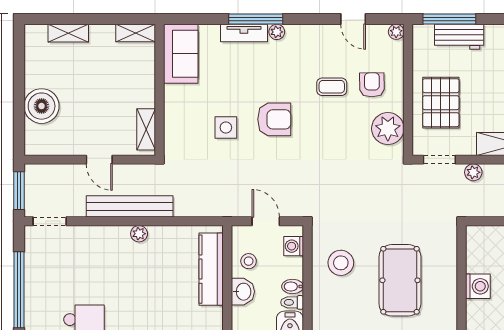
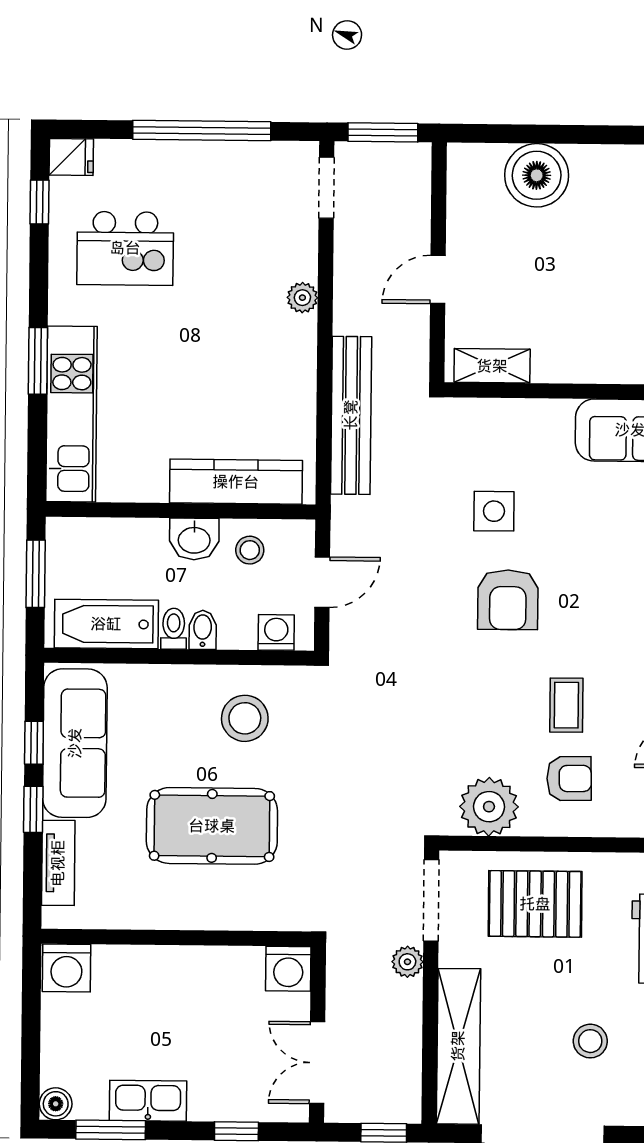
doorway: (439, 160) -> (431, 900), width x1.38
bench: (130, 206) -> (351, 415), moved
plant: (139, 234) -> (302, 298), moved
washing machine: (478, 286) -> (288, 969), moved

